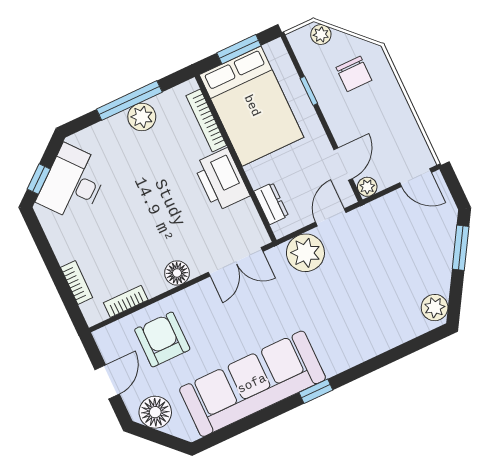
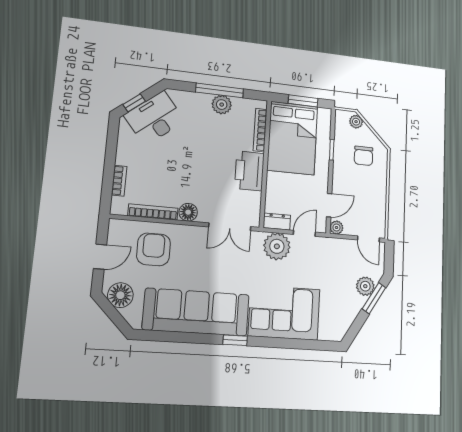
dresser: (271, 204) -> (277, 222), moved, turned -90
bookcase: (126, 301) -> (153, 212), width x1.56
plant: (435, 308) -> (365, 286), moved
corner sofa: (357, 327) -> (284, 313), added

